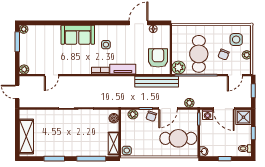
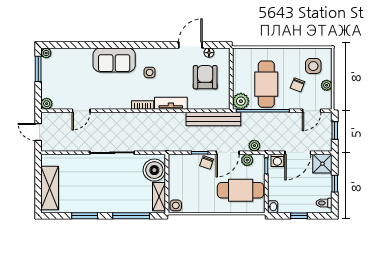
armchair: (158, 58) -> (205, 77), moved
door: (224, 109) -> (298, 153), hinge flipped
plant: (133, 114) -> (247, 160), moved
boiler: (114, 118) -> (154, 170), width x1.86, depth x1.86

